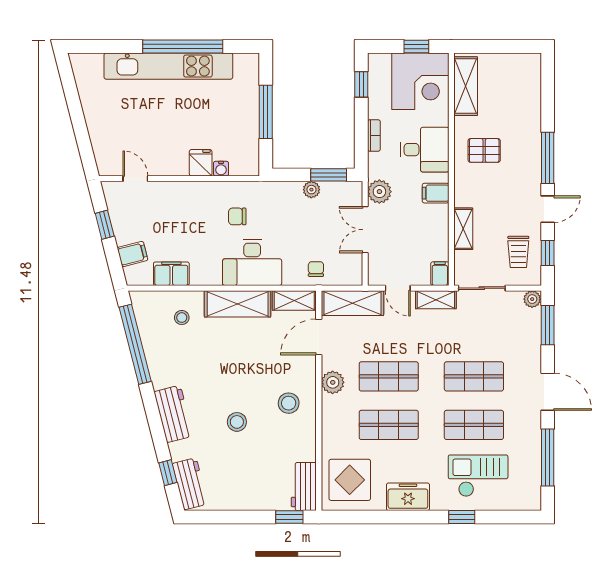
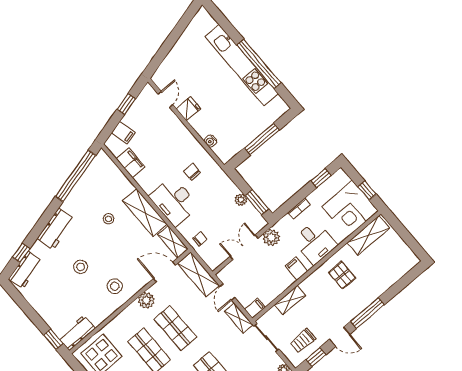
fridge: (201, 163) -> (188, 109), moved
stool: (182, 318) -> (108, 219), moved

